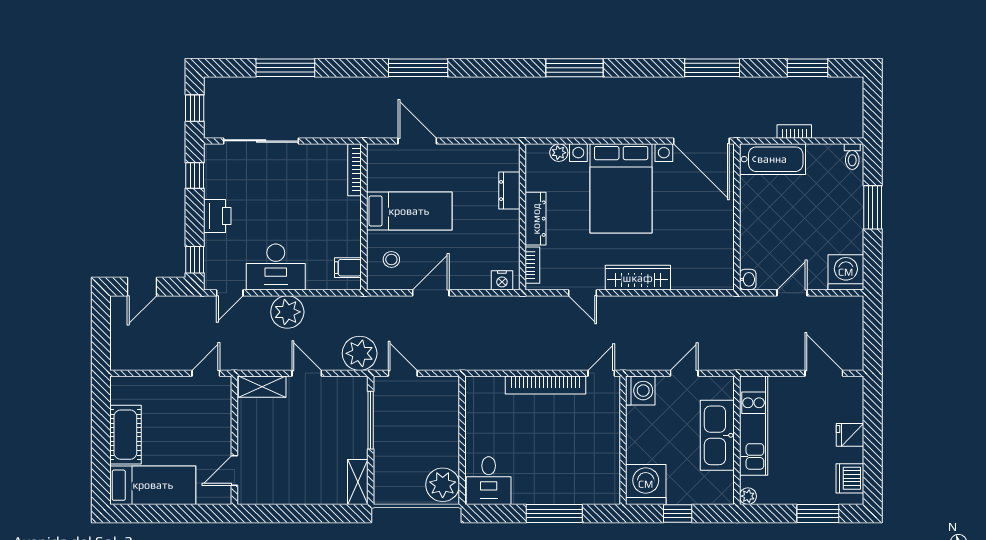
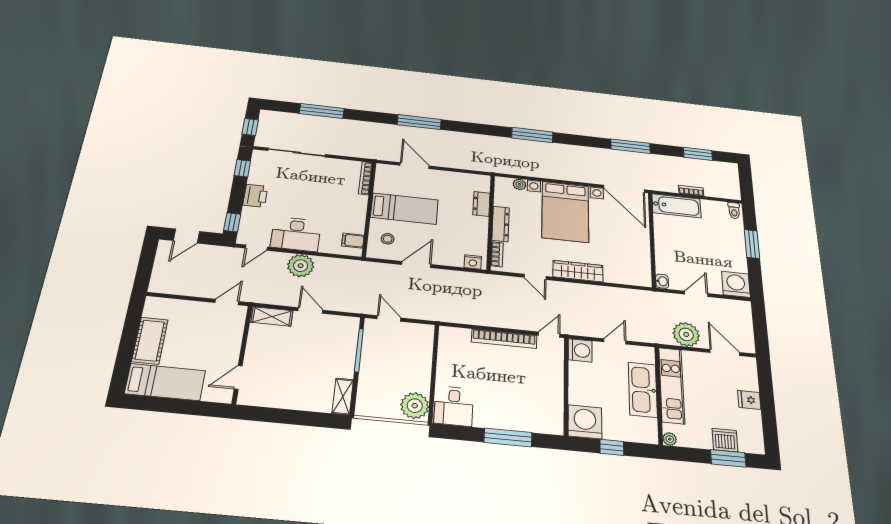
plant: (360, 353) -> (686, 334), moved
dishwasher: (850, 478) -> (725, 440), moved, turned 90

